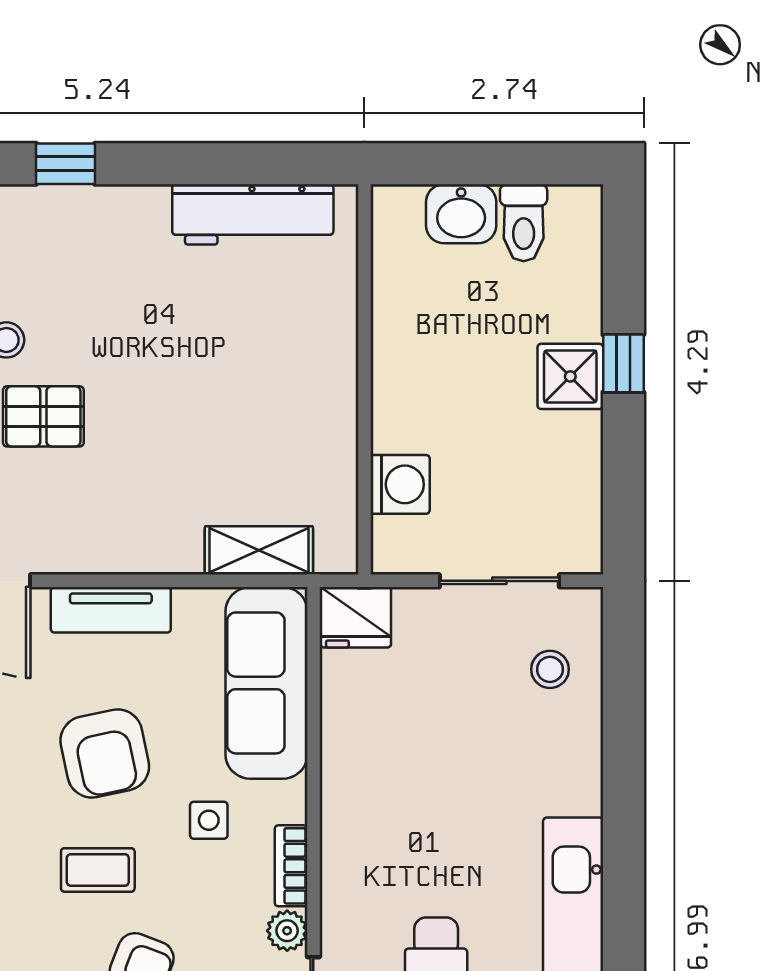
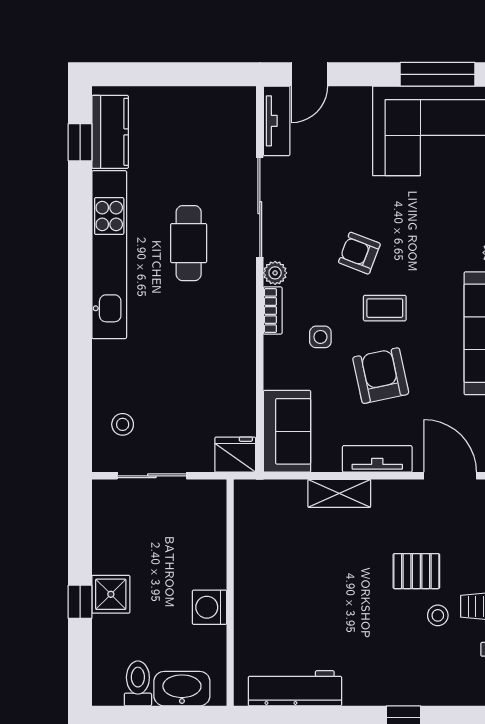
washbasin: (461, 214) -> (182, 689), width x1.38
washing machine: (400, 484) -> (210, 607), moved
shelving: (259, 550) -> (339, 493), moved
sofa: (266, 683) -> (287, 431), width x0.73

